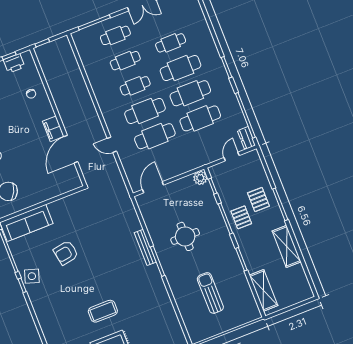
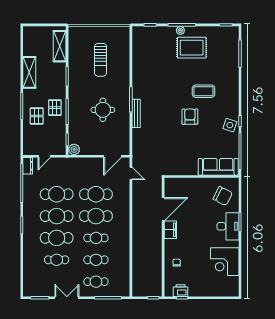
door: (112, 145) -> (131, 173), moved
armchair: (66, 253) -> (190, 117), moved, turned -80
coffee table: (103, 311) -> (203, 91), moved

